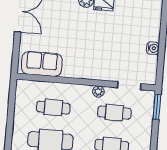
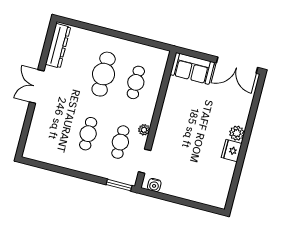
water cooler: (153, 48) -> (154, 185), moved
sofa: (42, 64) -> (192, 68), moved, turned 90

